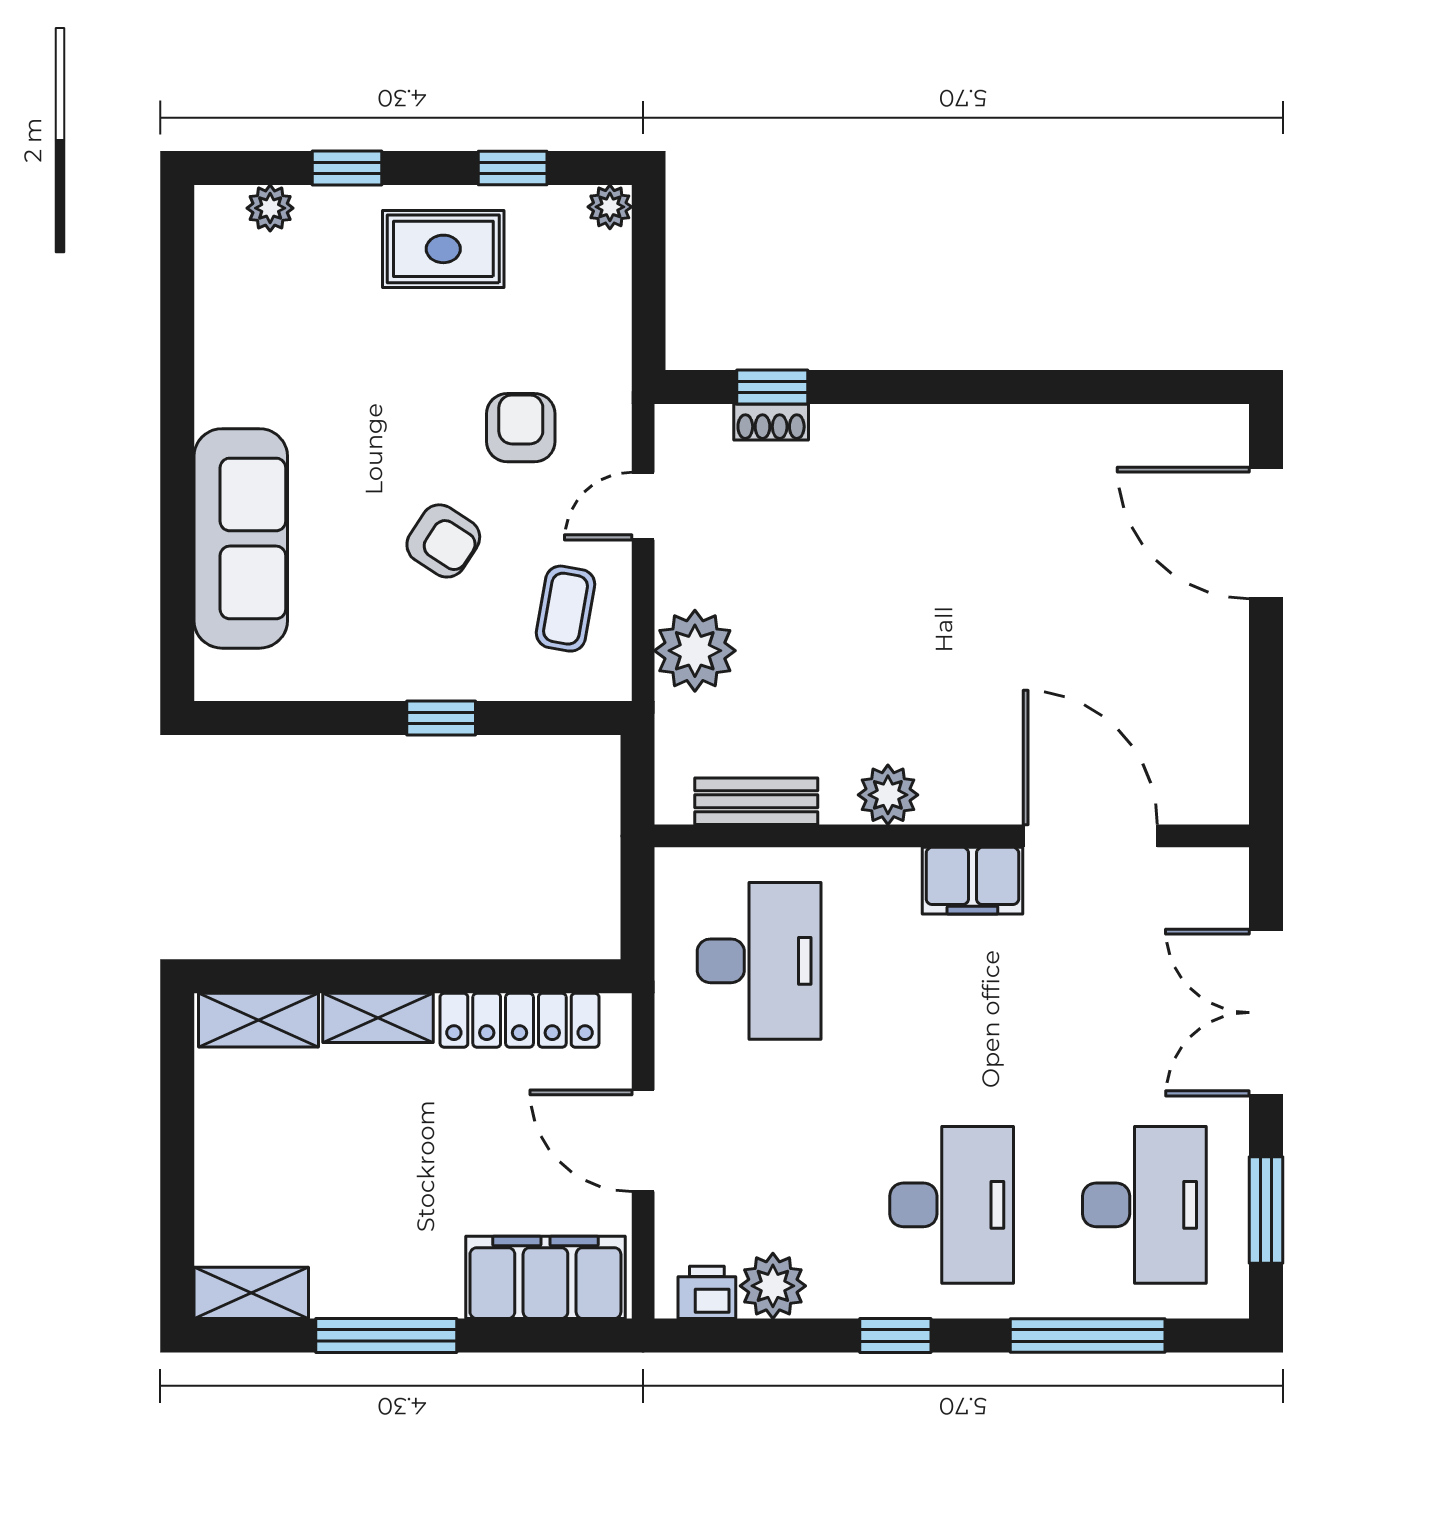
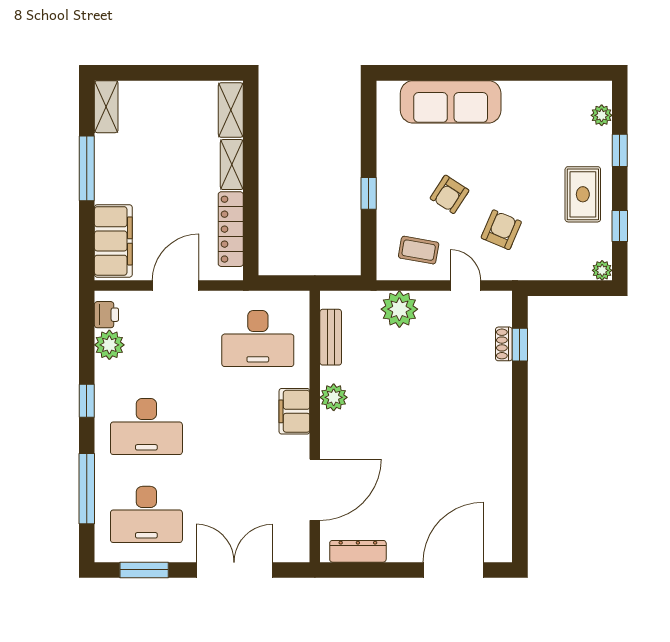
armchair: (521, 428) -> (501, 230), turned -67
dresser: (1225, 742) -> (358, 551), added
filing cabinet: (972, 881) -> (294, 411), moved

